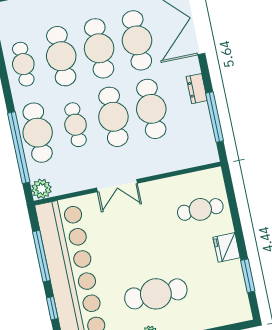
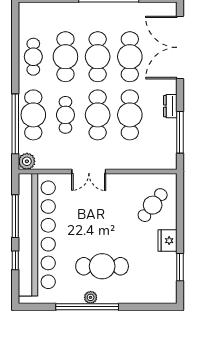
cafe table: (200, 209) -> (153, 205), turned -52

